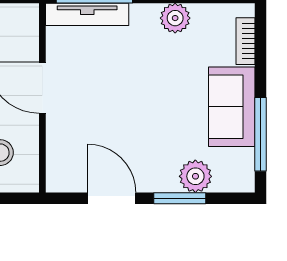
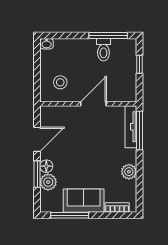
floor lamp: (164, 180) -> (46, 166), added

